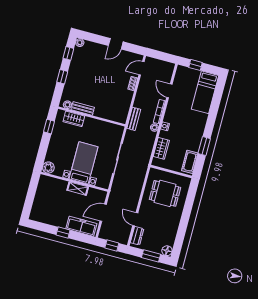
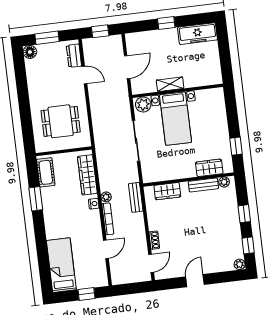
door: (169, 91) -> (106, 249), hinge flipped
wardrobe: (110, 114) -> (167, 191), added
wardrobe: (161, 148) -> (87, 175), width x1.50
plant: (48, 168) -> (143, 104), moved
freezer: (81, 226) -> (197, 34), moved

